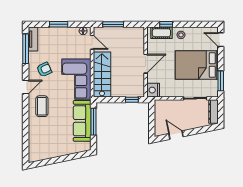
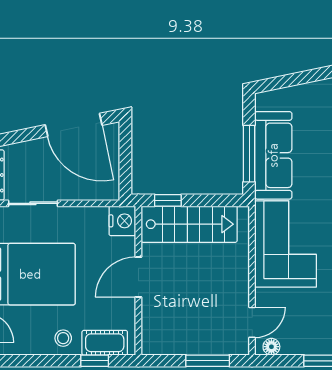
door: (92, 42) -> (252, 322), swing flipped
stairs: (102, 74) -> (189, 224), moved, turned -90
door: (176, 135) -> (74, 125), width x1.87

